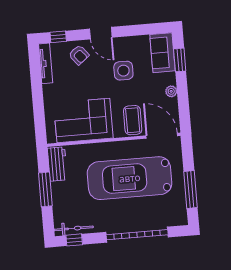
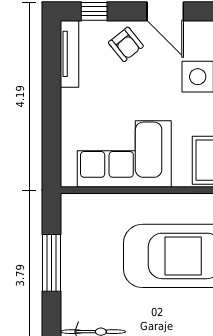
workbench: (57, 164) -> (75, 222), removed

